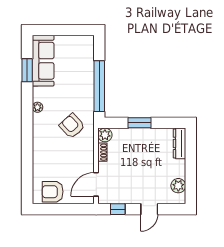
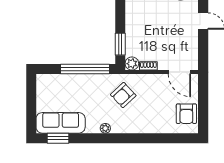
window: (27, 70) -> (58, 138), moved
window: (139, 123) -> (120, 44), moved
window: (118, 209) -> (203, 51), removed

